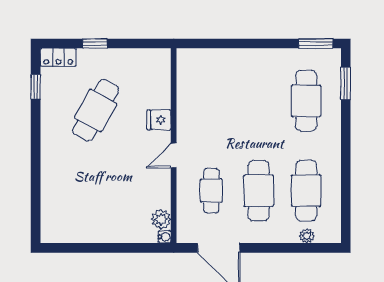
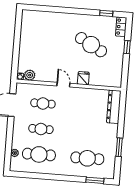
window: (316, 44) -> (119, 147), moved
dresser: (207, 59) -> (114, 107), added
cafe table: (259, 191) -> (41, 129), width x0.73, depth x0.74

